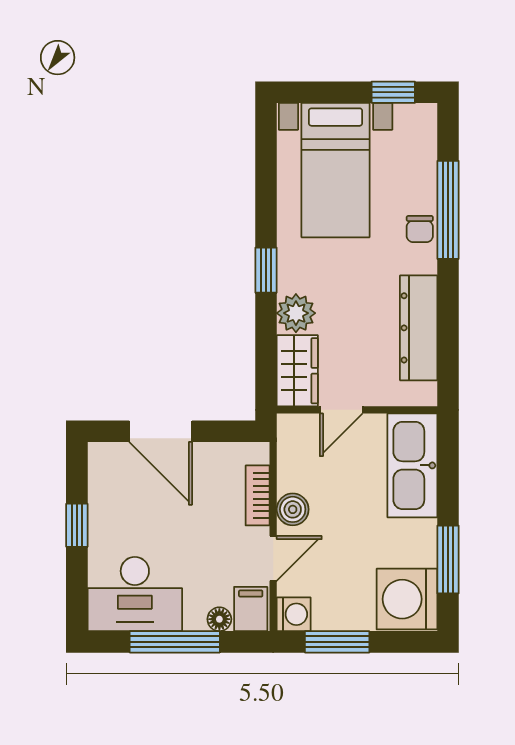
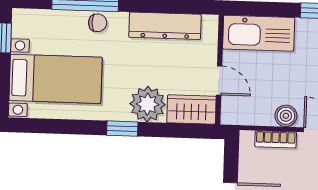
plant: (296, 313) -> (148, 104), width x1.36, depth x1.36

